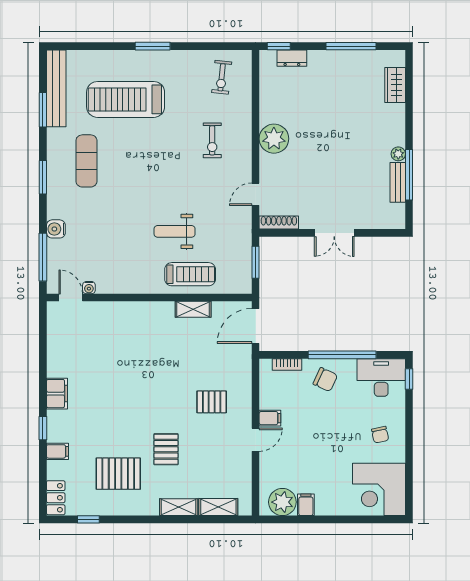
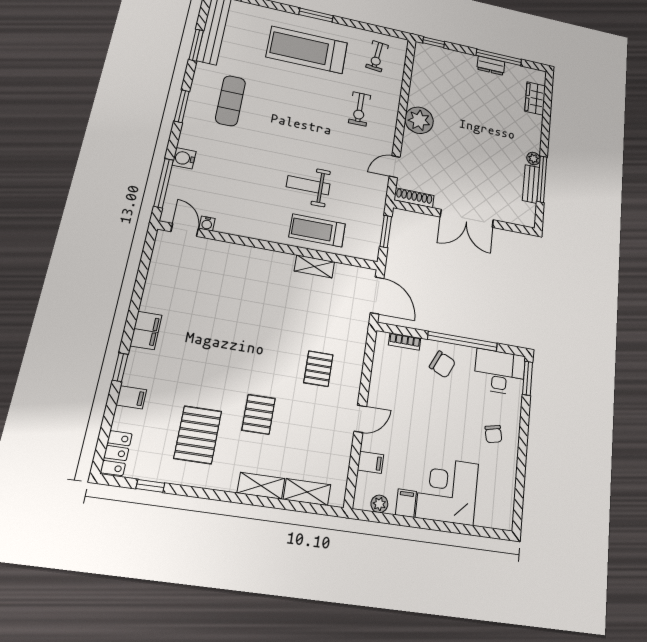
dresser: (292, 58) -> (491, 66), moved
treadmill: (126, 99) -> (307, 50), moved
double door: (334, 233) -> (467, 218), width x1.37
treadmill: (190, 274) -> (317, 230), turned 180
door: (256, 326) -> (377, 295), swing flipped
window: (409, 379) -> (528, 378), width x1.50
pallet: (212, 402) -> (318, 369), turned 90
filing cabinet: (270, 418) -> (371, 462), moved
pallet: (118, 474) -> (198, 435), turned 90
corner desk: (379, 489) -> (447, 491), moved, turned 90
plant: (282, 502) -> (379, 504), width x0.53, depth x0.53

